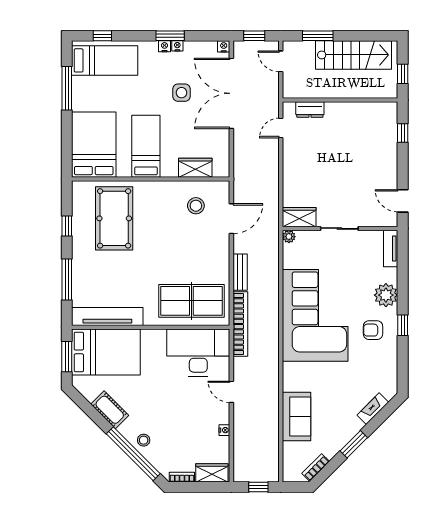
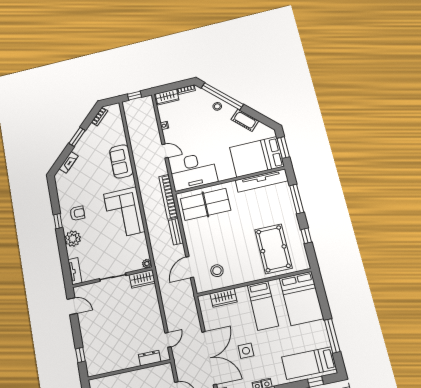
corner sofa: (315, 315) -> (124, 213), width x0.73, depth x0.74
sofa: (297, 416) -> (121, 161), moved

